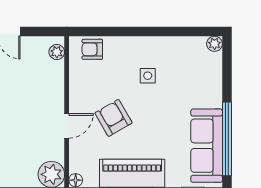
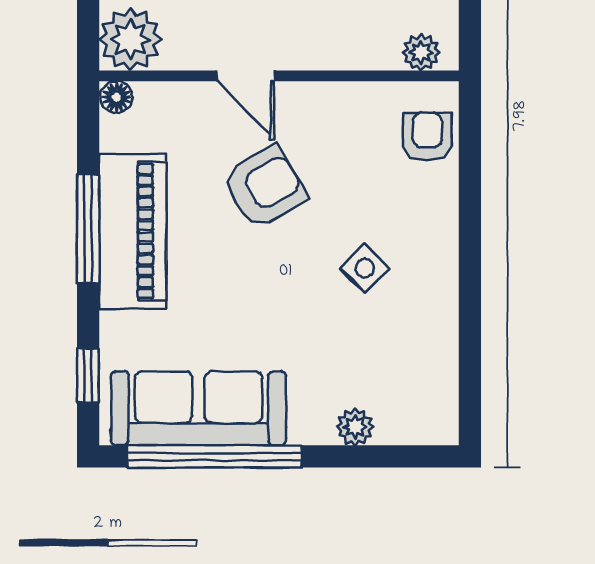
plant: (215, 44) -> (355, 427), moved
side table: (148, 76) -> (365, 268), turned 45

